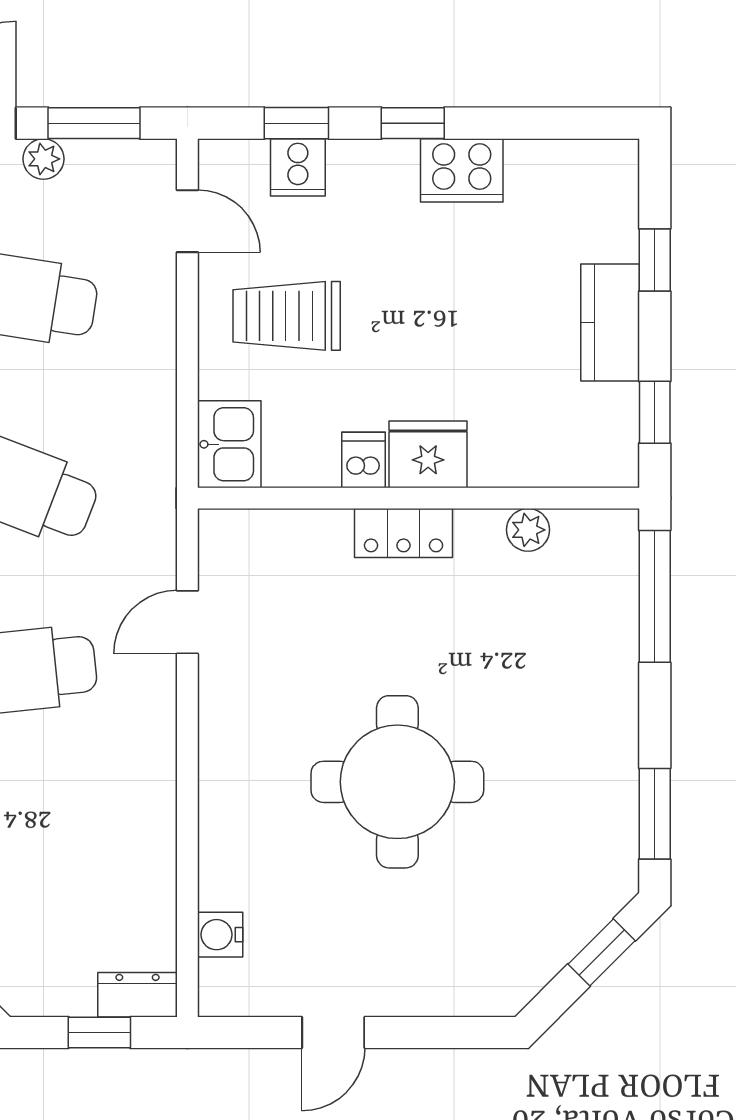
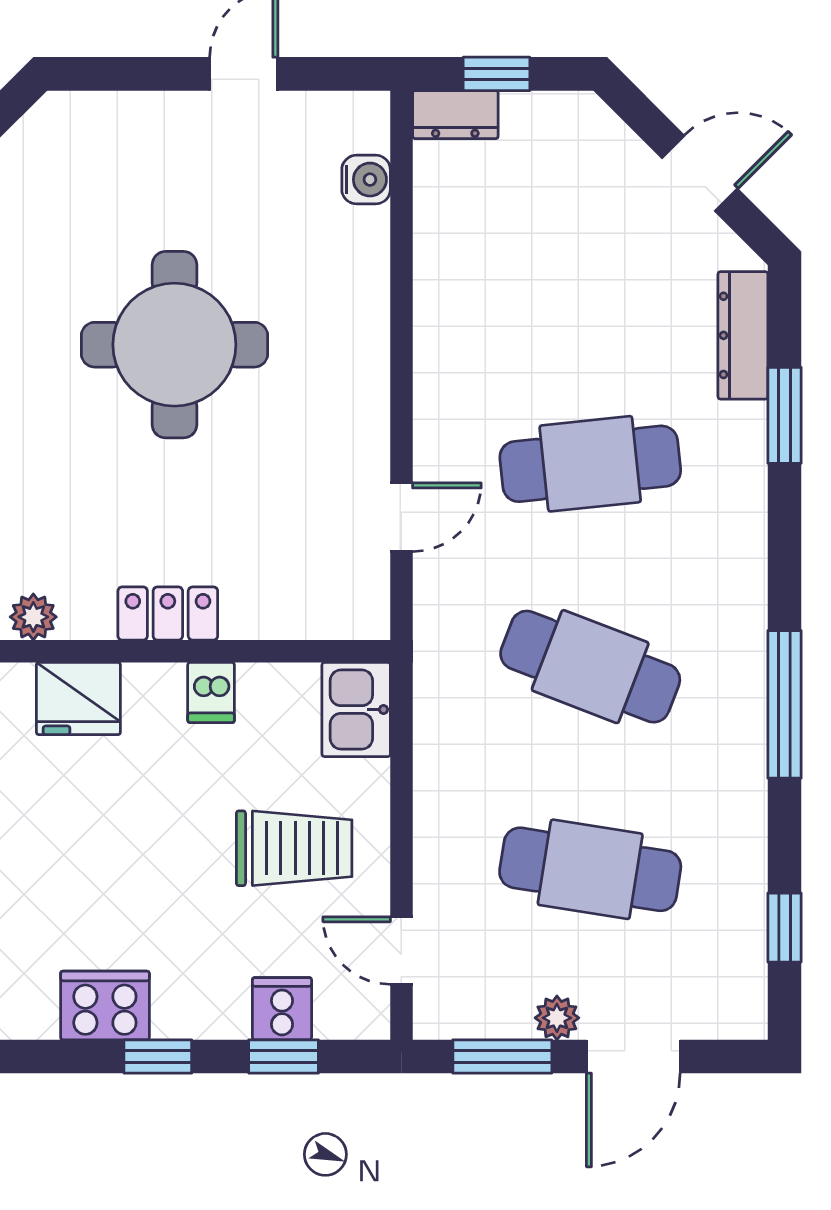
fridge: (428, 454) -> (78, 699), moved

